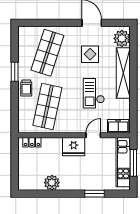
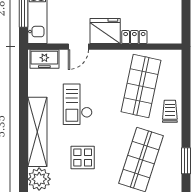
window: (15, 72) -> (186, 161), moved
checkout: (94, 93) -> (78, 104), turned 180
locker: (32, 142) -> (134, 37), moved

